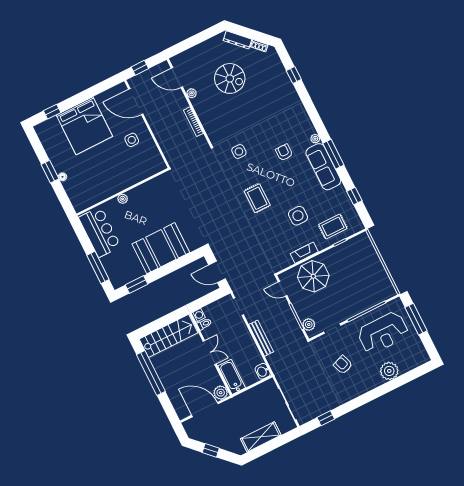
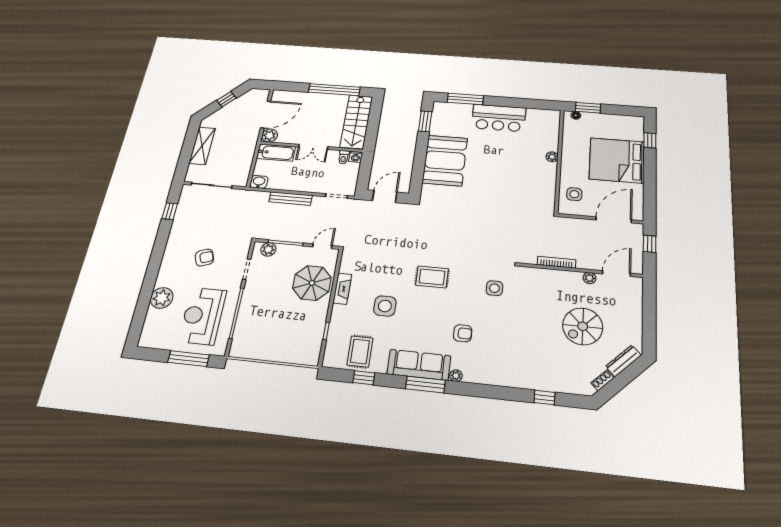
wall: (123, 192) -> (559, 160), moved
plant: (123, 199) -> (552, 157), moved
rug: (333, 226) -> (360, 351), moved

